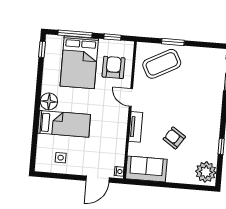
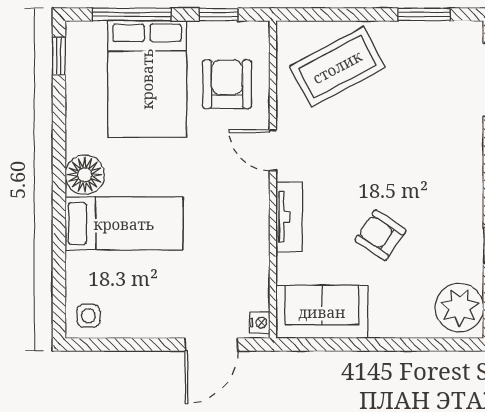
window: (173, 42) -> (424, 14), moved
side table: (61, 158) -> (88, 316), moved

